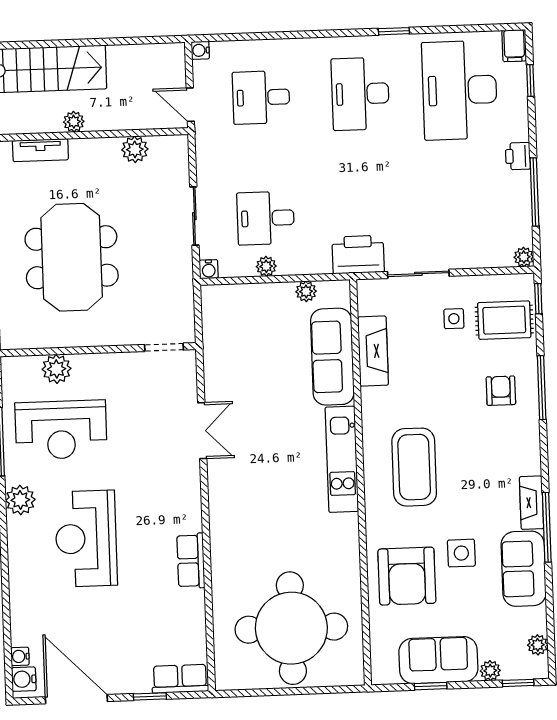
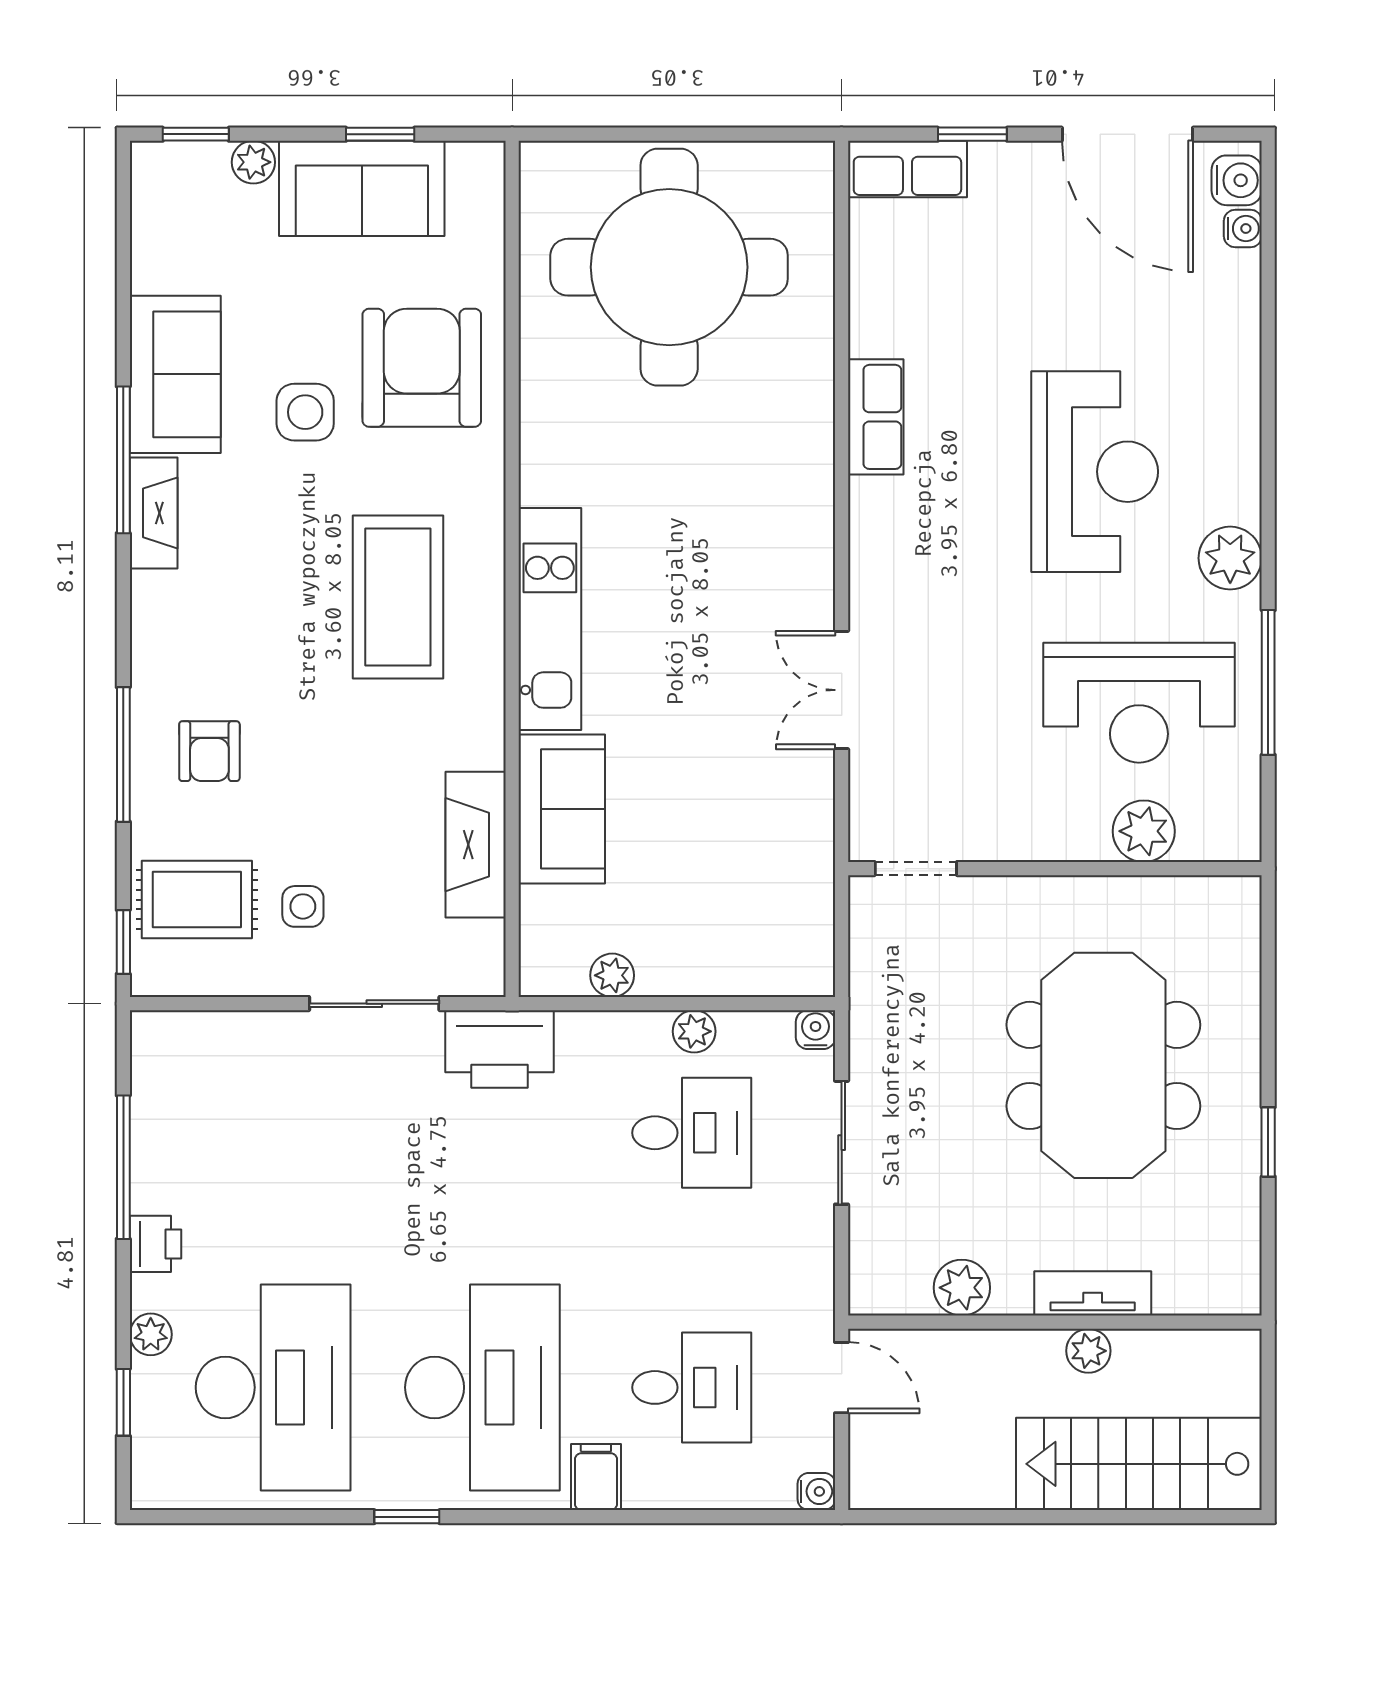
filing cabinet: (514, 46) -> (596, 1477), moved
desk: (360, 94) -> (482, 1387), width x1.36, depth x1.30
tv unit: (40, 150) -> (1093, 1293), moved
plant: (524, 257) -> (151, 1334), moved
sofa: (332, 357) -> (562, 809), width x0.73
reception desk: (61, 430) -> (1139, 703), turned 180
plant: (538, 645) -> (152, 213), removed

